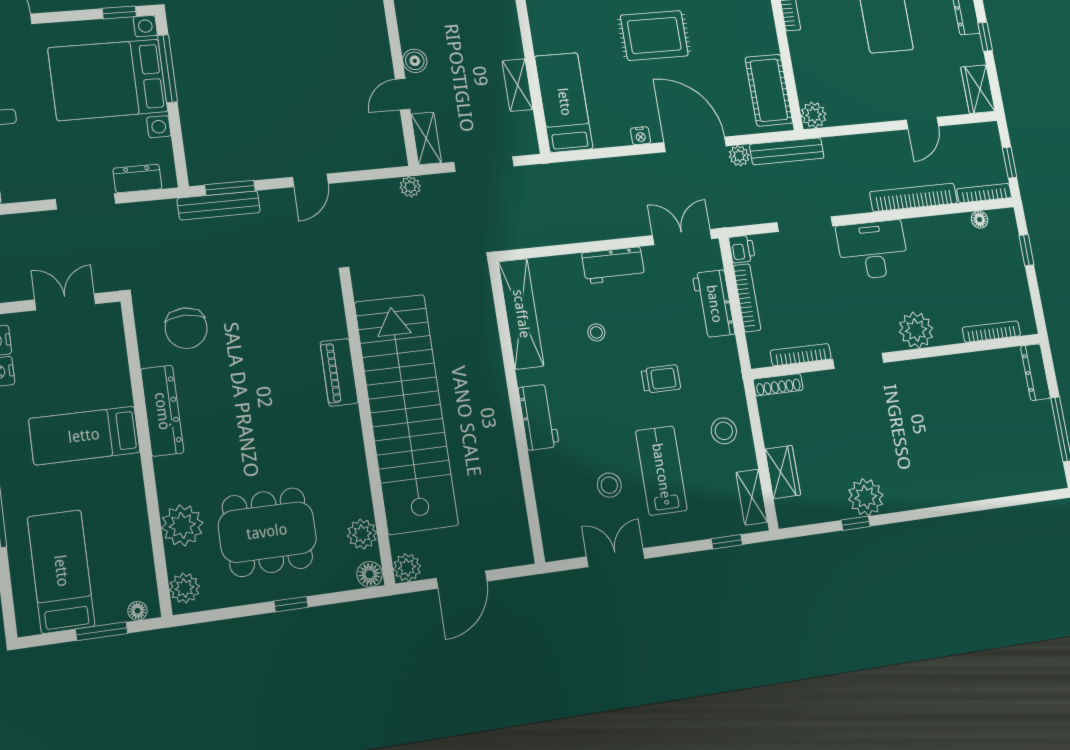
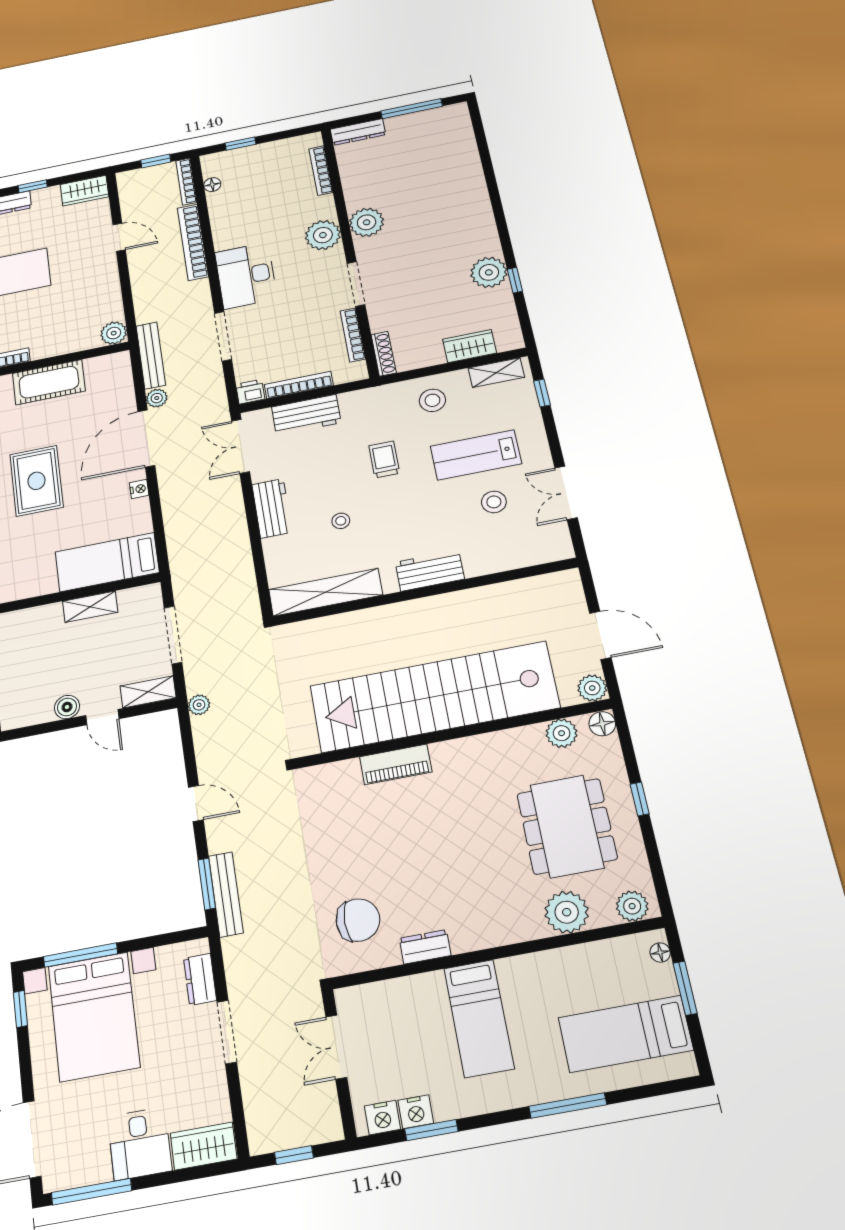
cot: (769, 90) -> (49, 382), moved
plant: (929, 375) -> (367, 222), added
dresser: (162, 411) -> (425, 947), width x0.51, depth x0.80

